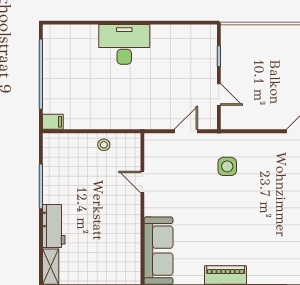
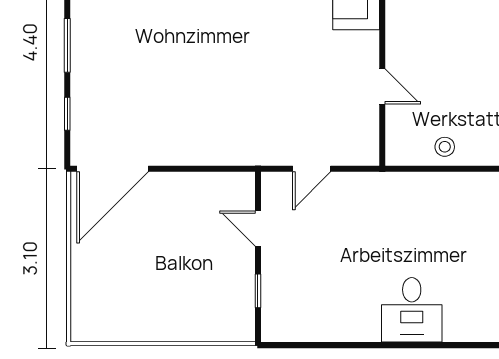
desk: (124, 44) -> (412, 310), width x0.73
side table: (227, 166) -> (244, 112), removed

